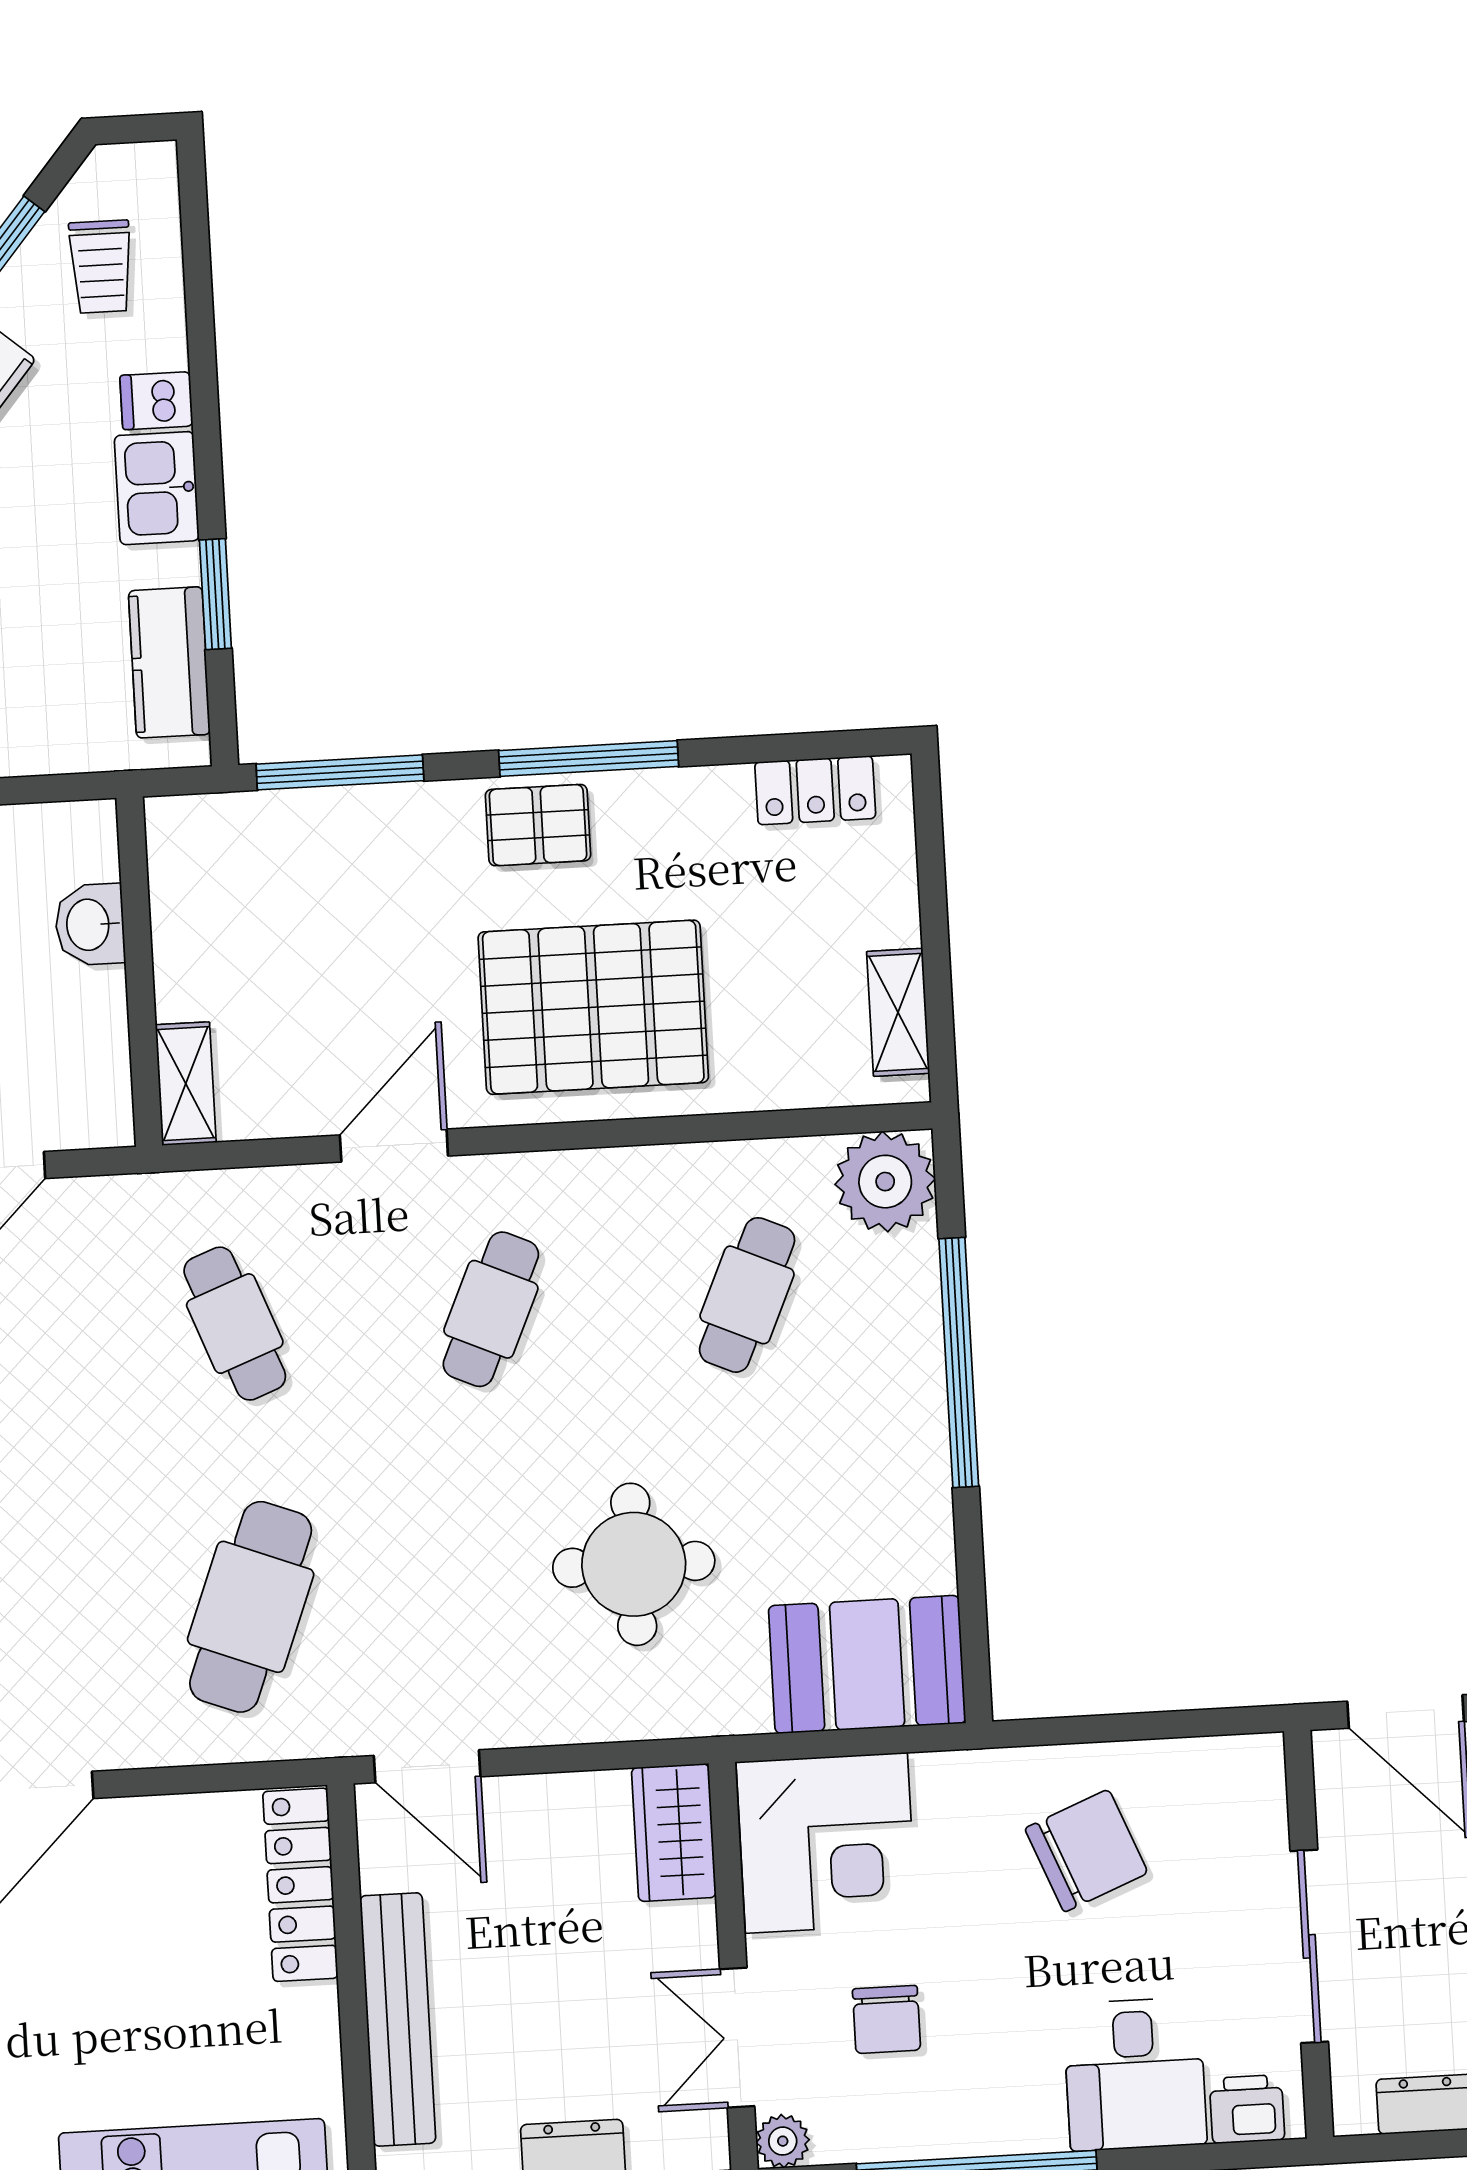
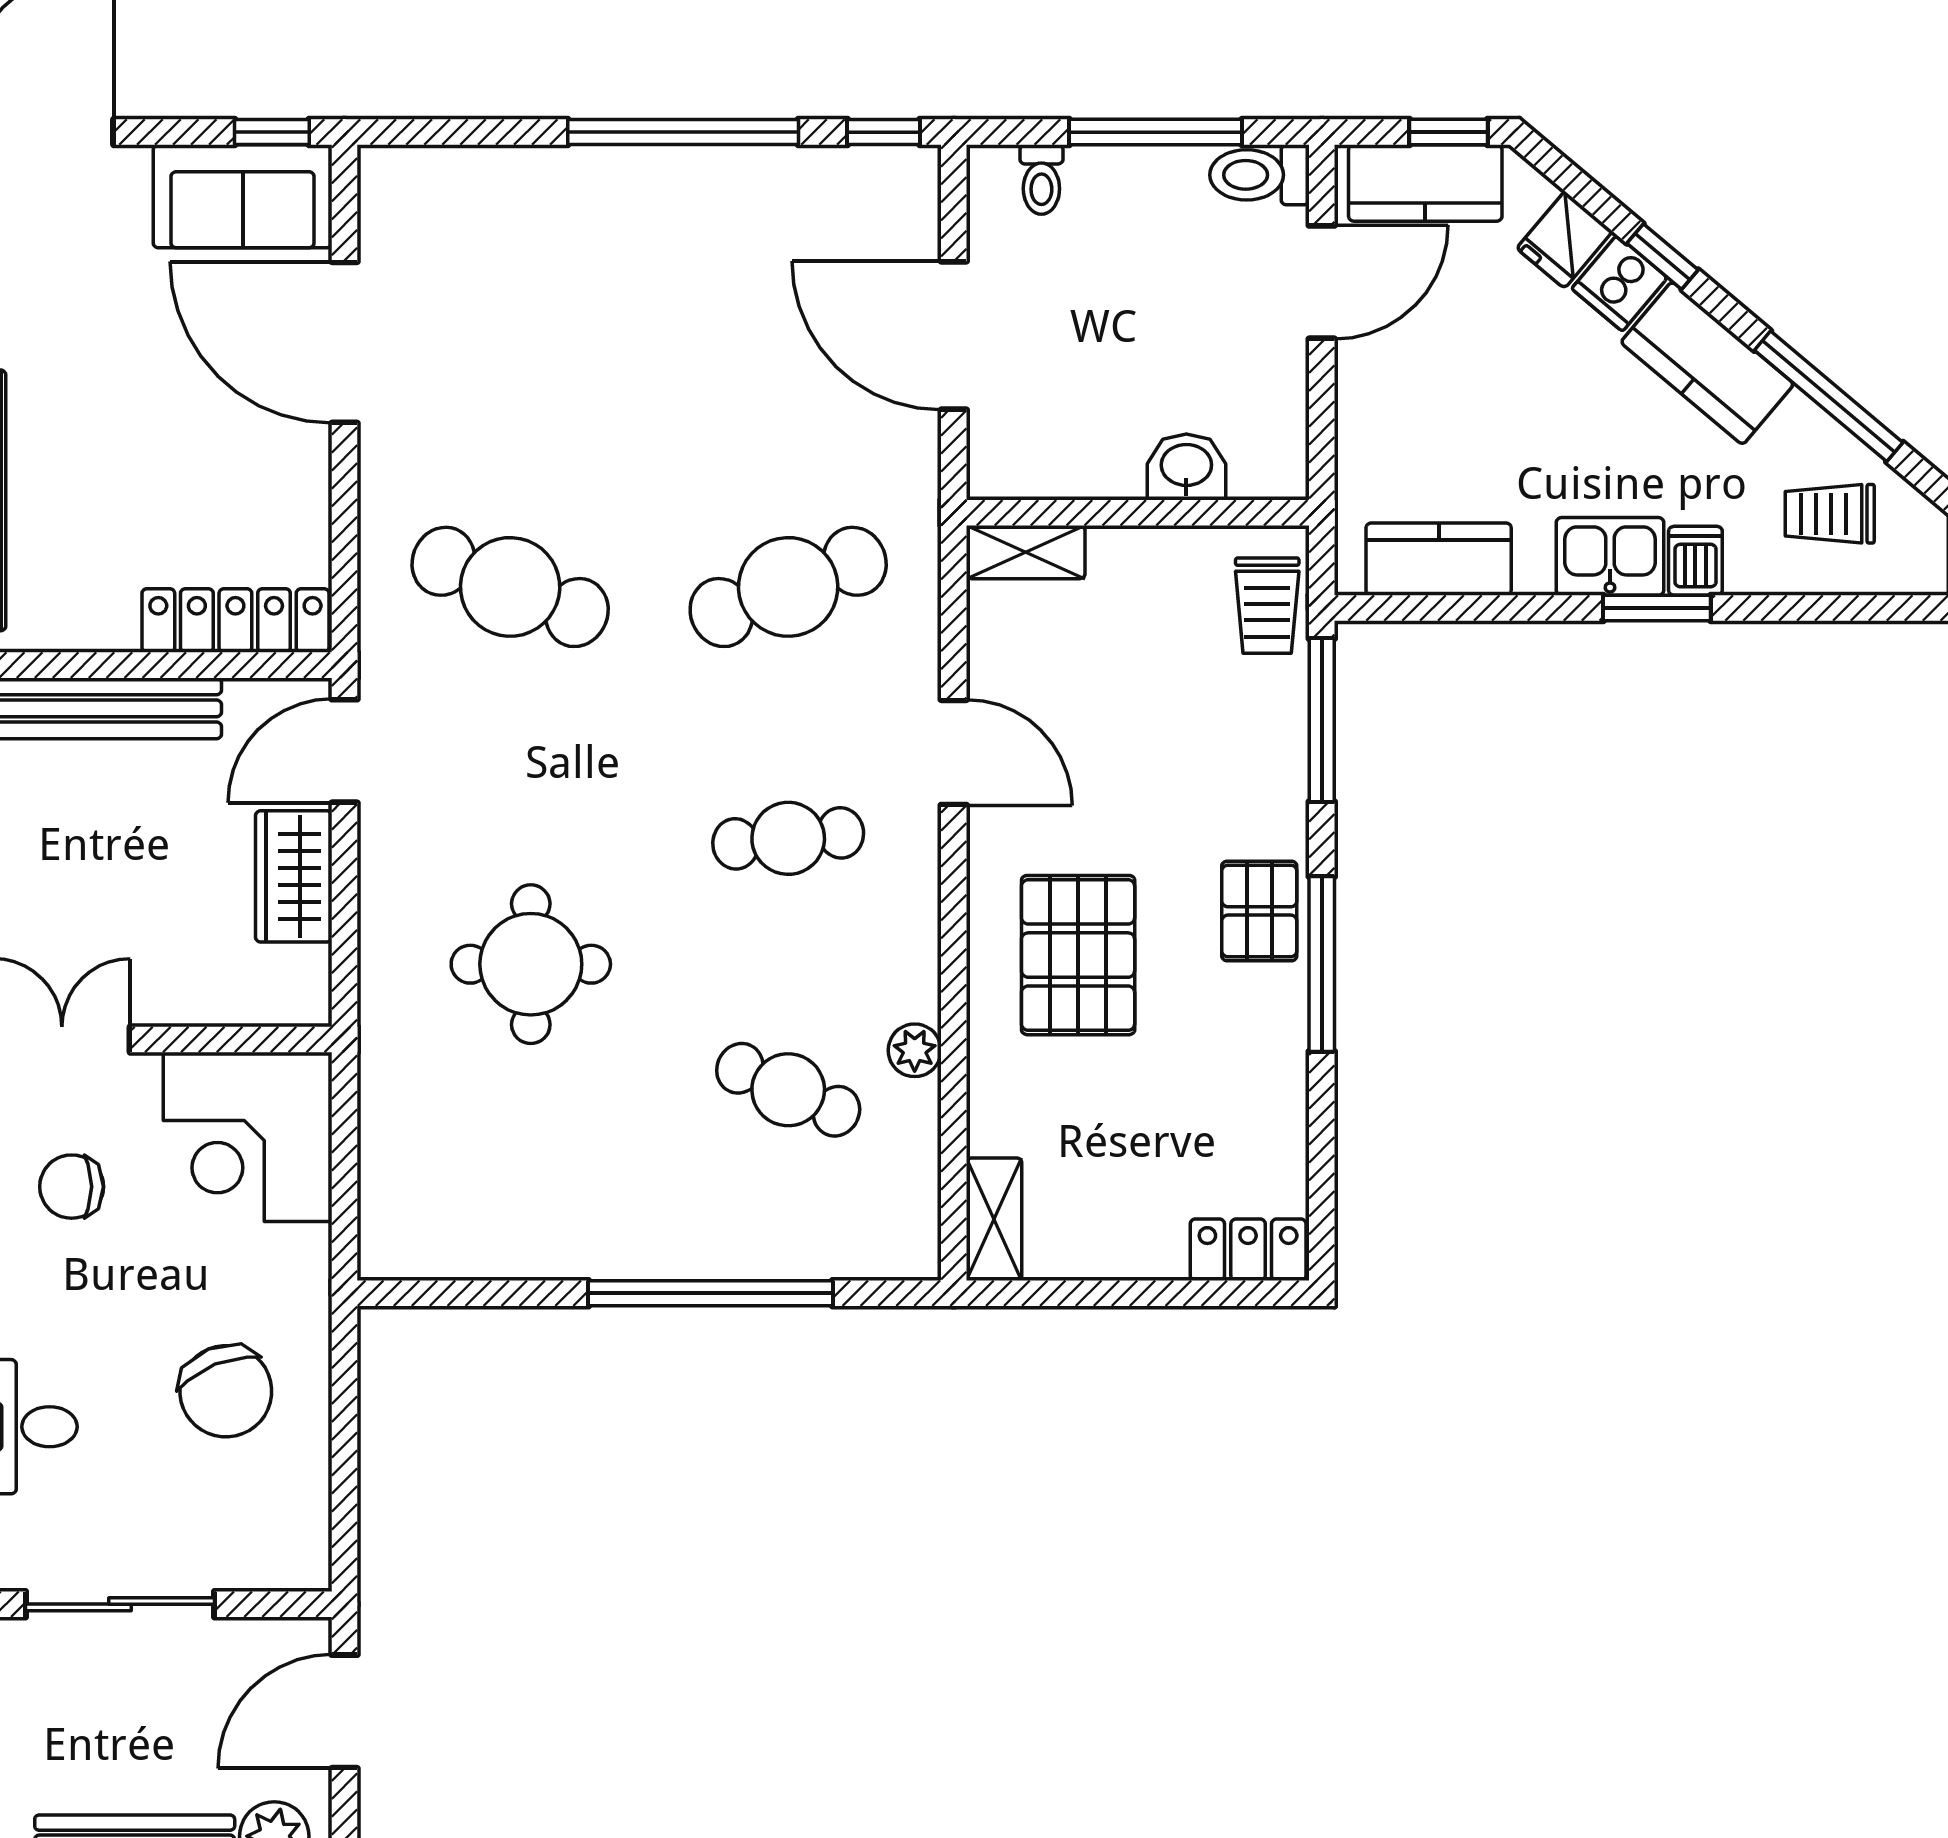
window: (215, 594) -> (1657, 608), moved
locker: (815, 790) -> (1248, 1250), moved, turned 90
trolley: (226, 834) -> (1267, 606), added
pallet: (593, 1007) -> (1078, 955), width x0.73, depth x0.71
shelving: (898, 1012) -> (994, 1219), moved, turned 90
plant: (885, 1182) -> (915, 1050), moved, width x0.53, depth x0.53
cafe table: (491, 1309) -> (788, 838), turned -30
cafe table: (235, 1324) -> (788, 587), width x1.37, depth x1.35
booth: (867, 1664) -> (420, 1187), removed
wardrobe: (674, 1833) -> (294, 876), moved, turned -90

